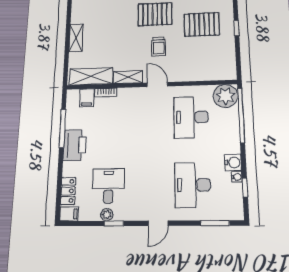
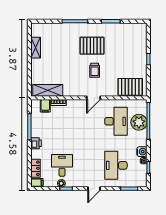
pallet: (202, 24) -> (130, 87), moved
shelving: (76, 38) -> (36, 48), moved
shelving: (128, 77) -> (73, 92), removed
door: (157, 85) -> (94, 98), swing flipped
plant: (225, 96) -> (139, 122), moved
desk: (191, 117) -> (116, 121), turned 180
printer: (75, 145) -> (36, 143), width x0.53, depth x0.68

